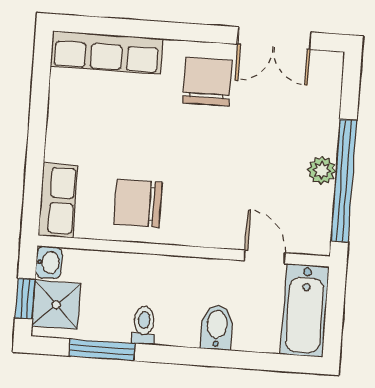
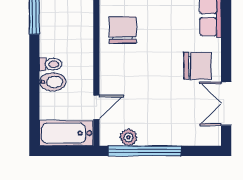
plant: (322, 170) -> (129, 137), moved
toilet: (144, 325) -> (51, 64), moved

